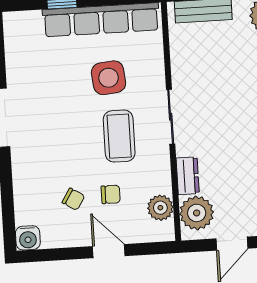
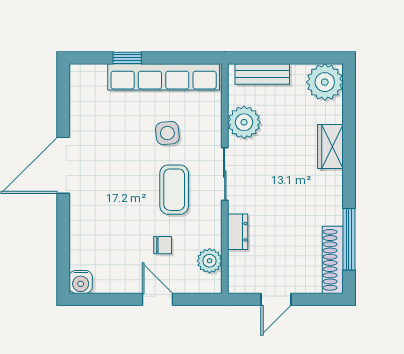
side table: (109, 78) -> (167, 133), width x0.73, depth x0.73
chair: (73, 199) -> (127, 247), removed
plant: (197, 213) -> (244, 122), moved

